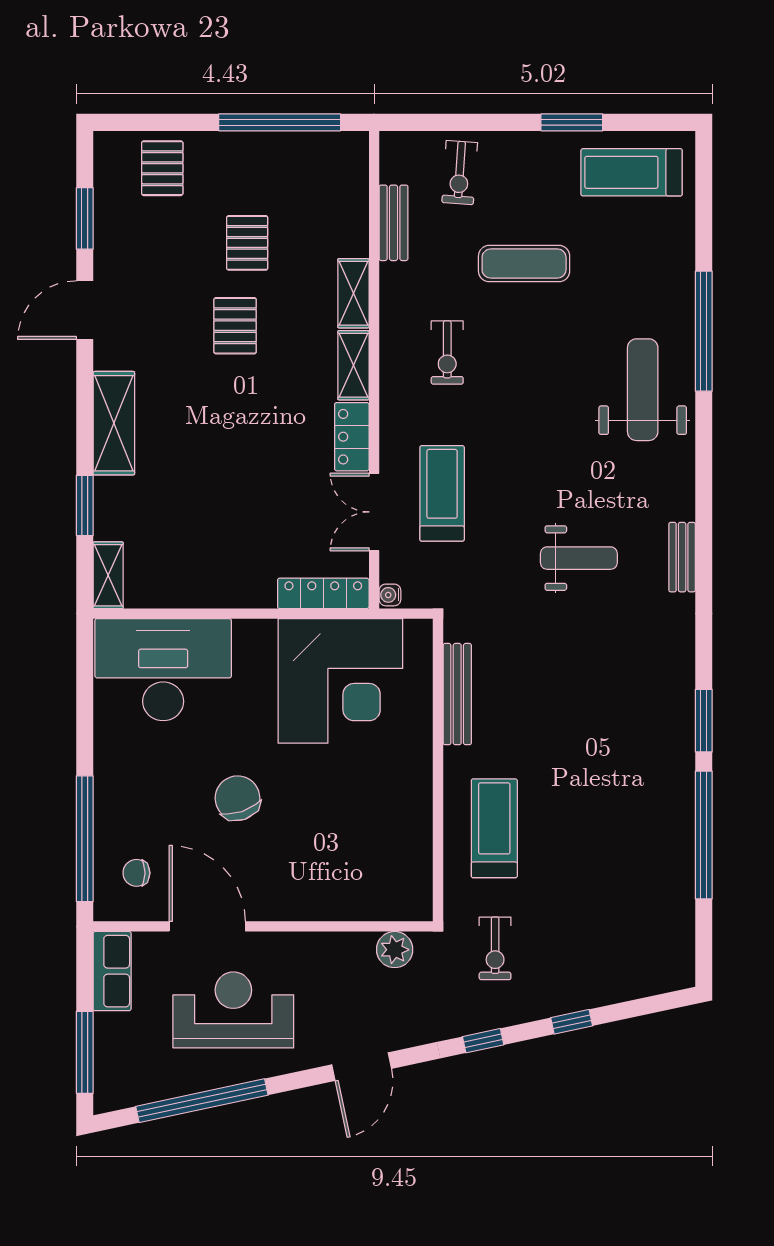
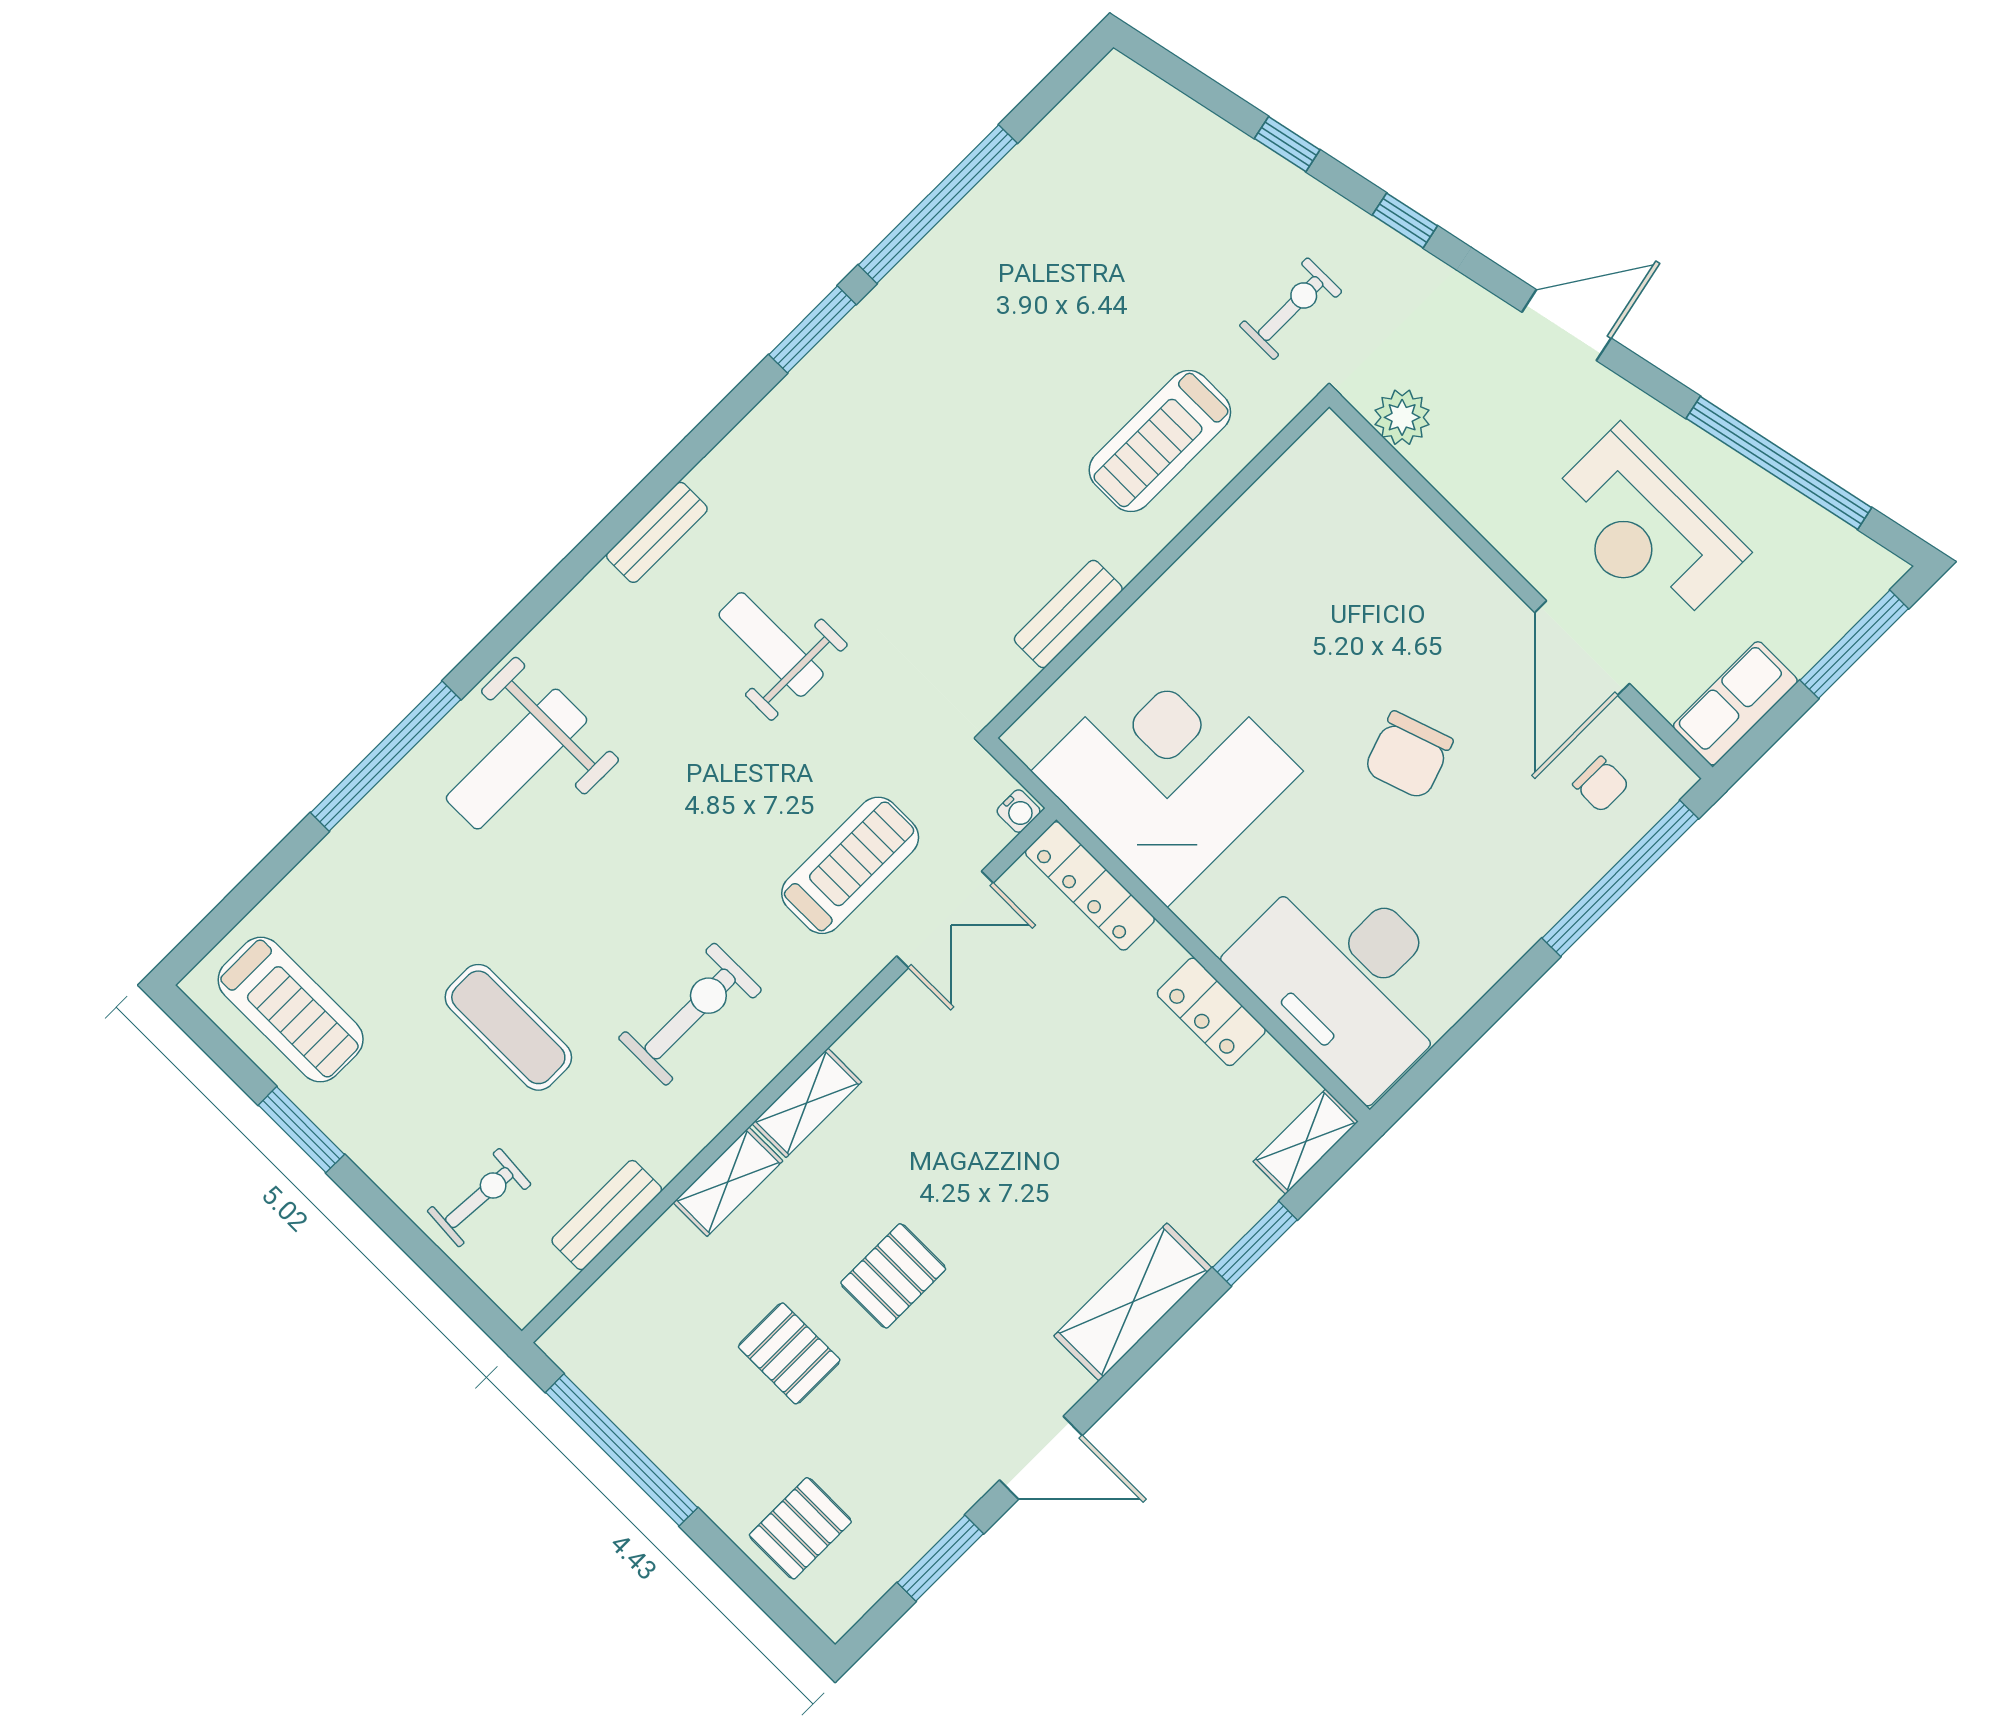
pallet: (247, 243) -> (789, 1353), turned 90
exercise bike: (447, 353) -> (690, 1014), width x1.38, depth x1.39
locker: (352, 437) -> (1211, 1012), moved, turned 90
treadmill: (442, 493) -> (850, 865), turned 180
bench: (457, 694) -> (1068, 614), width x0.73

